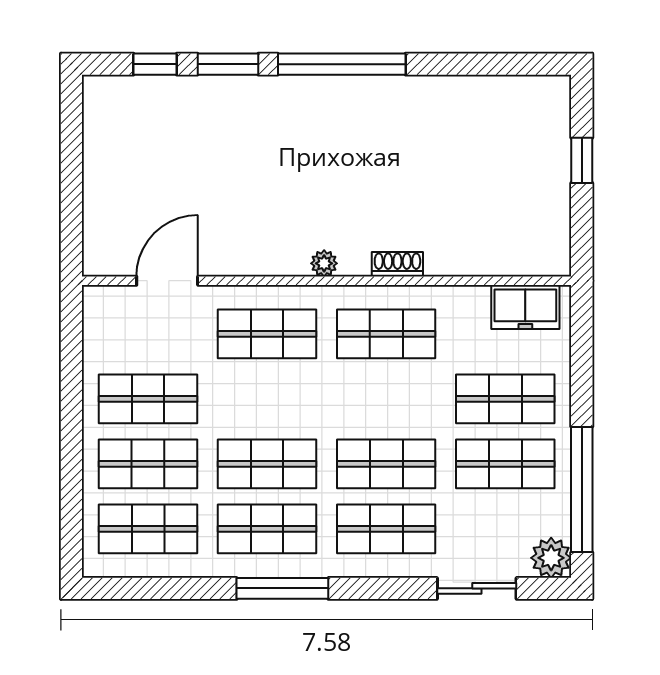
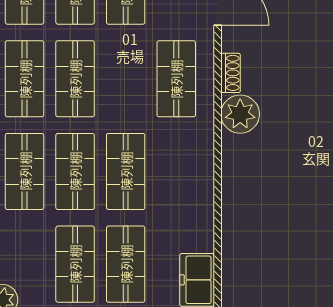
plant: (324, 263) -> (240, 114), width x1.87, depth x1.87
shoe rack: (397, 264) -> (231, 73), moved
shop shelf: (386, 334) -> (126, 171), moved

